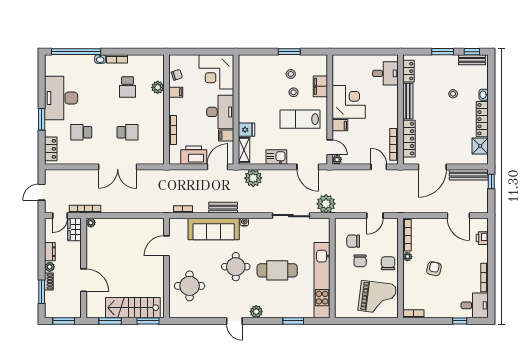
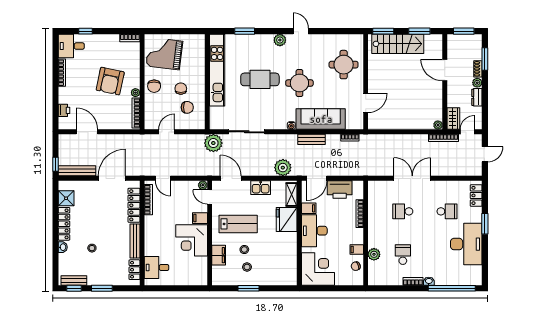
fridge: (246, 130) -> (287, 219), width x1.88, depth x1.34
armchair: (434, 269) -> (110, 81), width x1.88, depth x1.88

